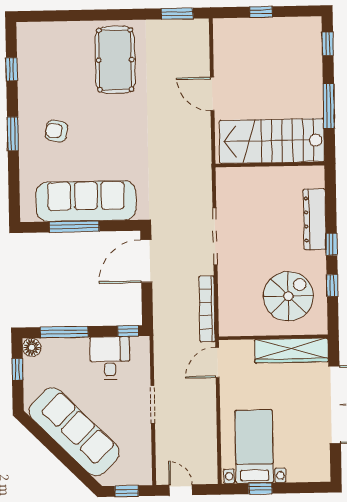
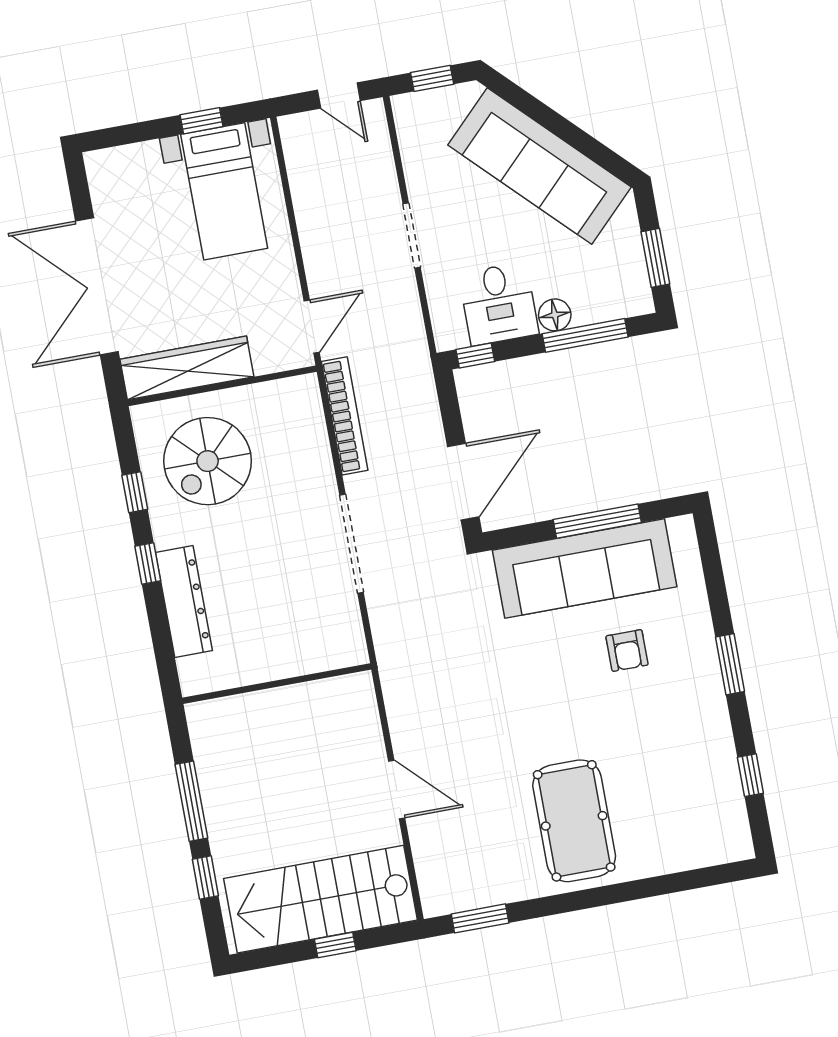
window: (328, 44) -> (205, 878), moved
armchair: (56, 131) -> (627, 650), moved, turned 80
stairs: (272, 141) -> (321, 899), moved, turned 180
floor lamp: (32, 347) -> (555, 315), moved
window: (17, 369) -> (655, 258), width x1.50

